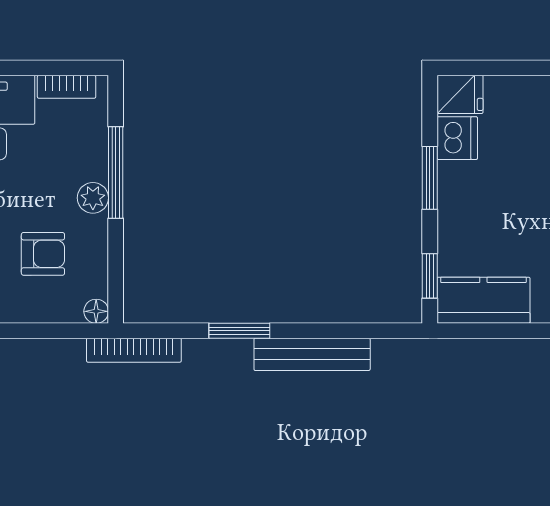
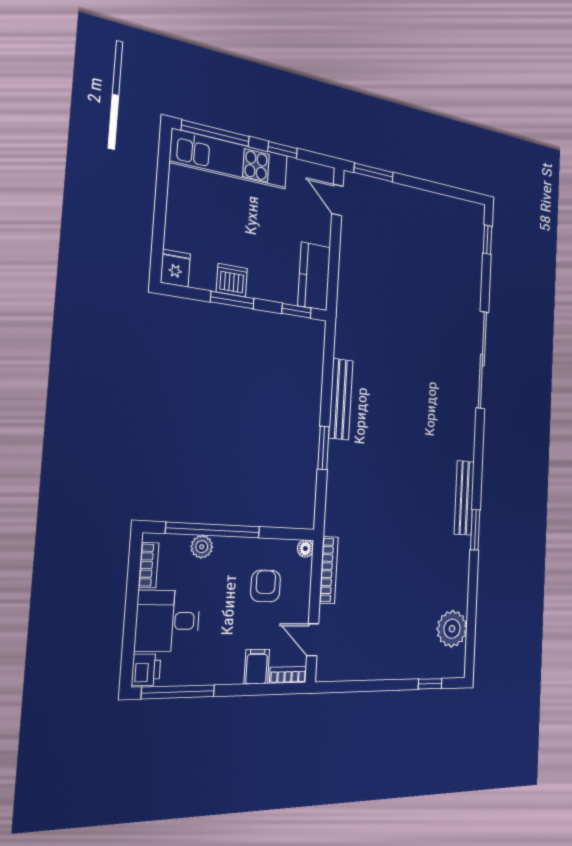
dishwasher: (457, 138) -> (232, 280), moved
window: (116, 172) -> (213, 530), width x1.46
plant: (93, 198) -> (202, 547), moved
bookcase: (134, 350) -> (329, 570), moved

